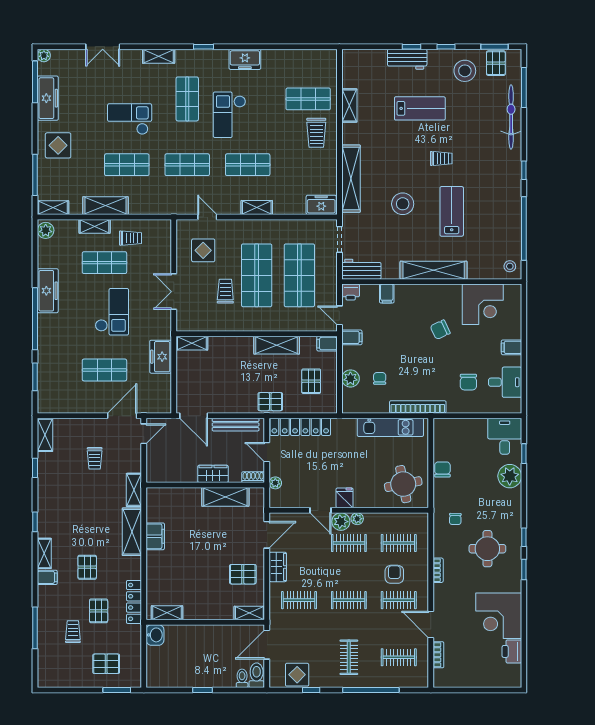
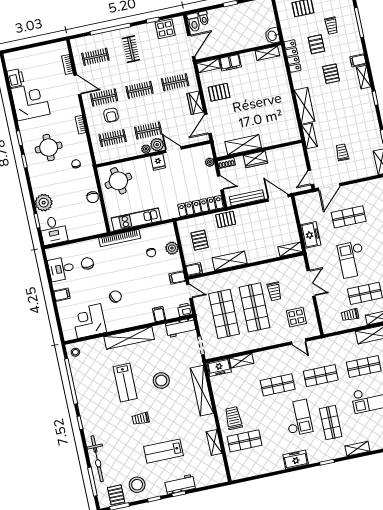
shelving: (257, 208) -> (241, 361), moved
filing cabinet: (155, 536) -> (230, 63), moved, turned -90

